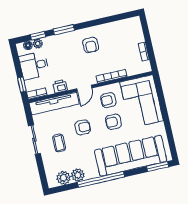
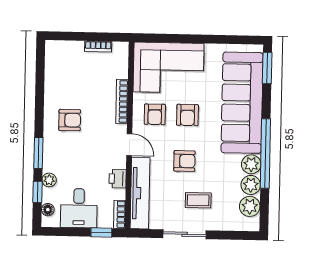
plant: (38, 44) -> (49, 180), moved
armchair: (83, 127) -> (184, 161), turned 90
plant: (91, 172) -> (251, 164), added

